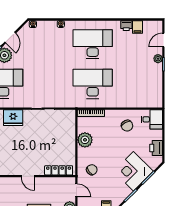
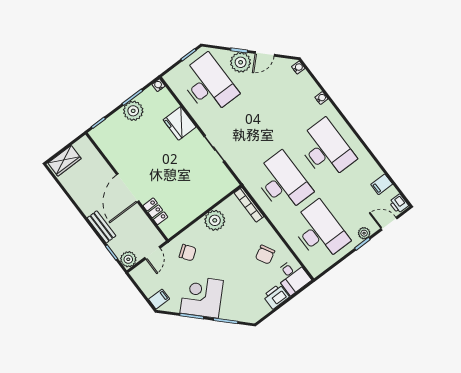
printer: (126, 26) -> (399, 204), moved
desk: (137, 84) -> (319, 231), added
printer: (156, 148) -> (276, 296), moved
locker: (59, 170) -> (155, 211), width x0.66
corner desk: (133, 171) -> (202, 297), moved
door: (28, 176) -> (128, 188), width x1.87

